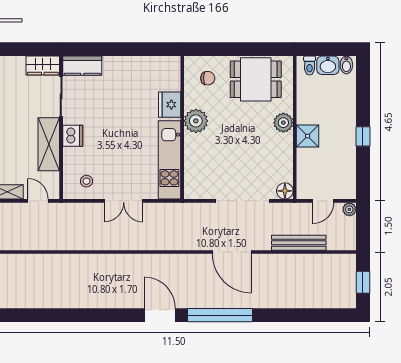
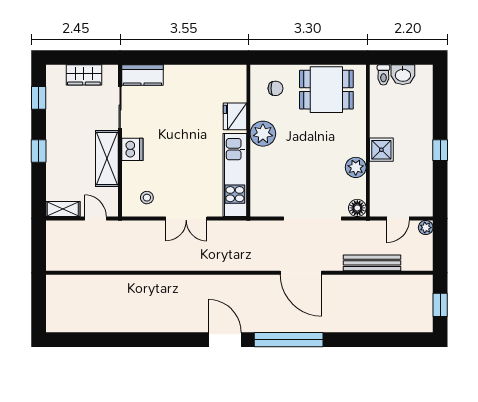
bidet: (346, 65) -> (423, 74), removed
wardrobe: (43, 66) -> (84, 75), moved
plant: (283, 123) -> (356, 167), moved

